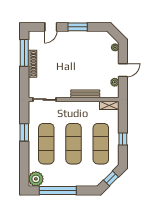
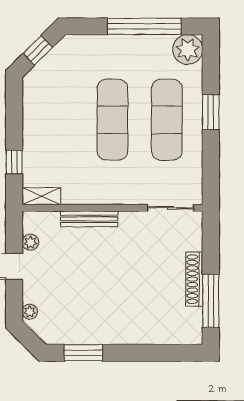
door: (51, 27) -> (158, 353), removed
window: (78, 27) -> (83, 353), moved
window: (24, 132) -> (211, 112), moved
window: (123, 139) -> (14, 162), moved
exercise mat: (101, 144) -> (58, 120), removed

